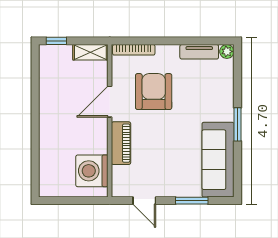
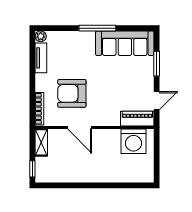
window: (237, 124) -> (97, 28), width x1.44
piano: (121, 143) -> (137, 119), moved

